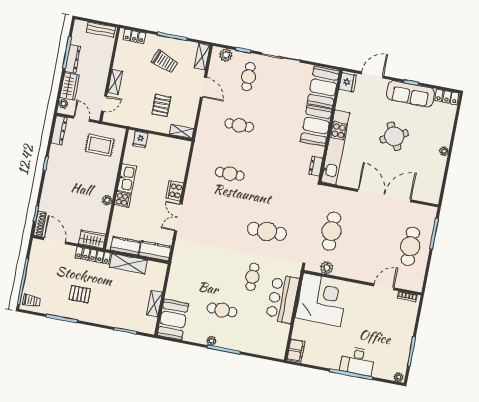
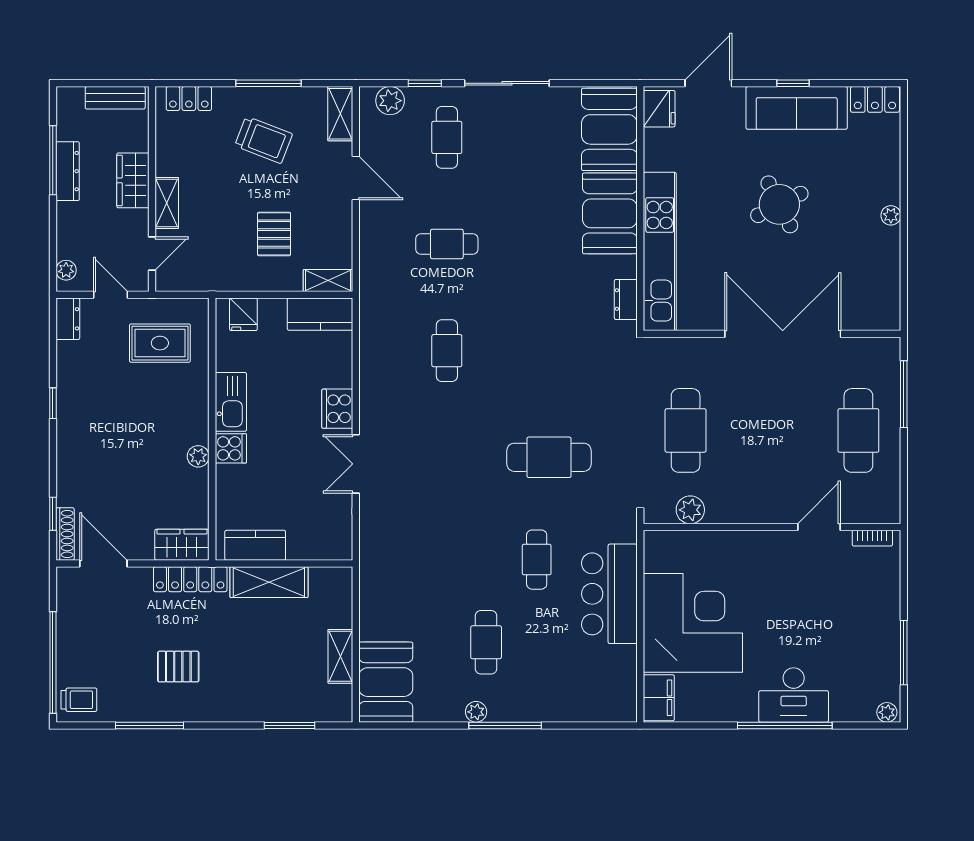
wardrobe: (70, 86) -> (133, 180), moved, turned 180
dresser: (59, 130) -> (68, 319), width x0.70
cafe table: (230, 174) -> (447, 351), turned 90
kitchen counter: (155, 251) -> (320, 314), moved, turned 180
corner desk: (322, 300) -> (693, 623), moved
cafe table: (222, 310) -> (486, 642), turned 90

